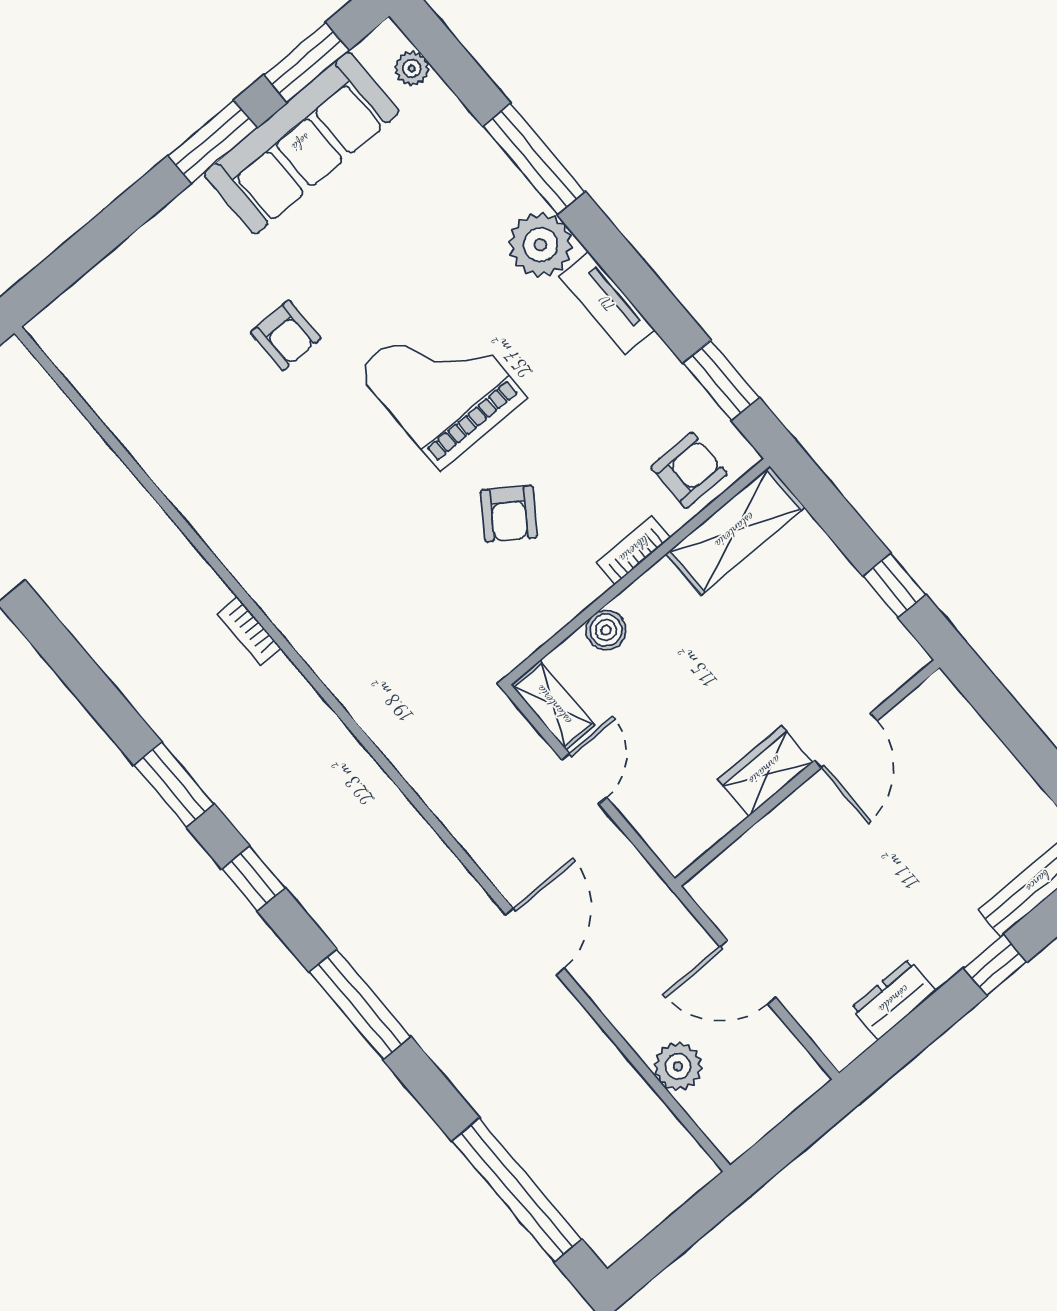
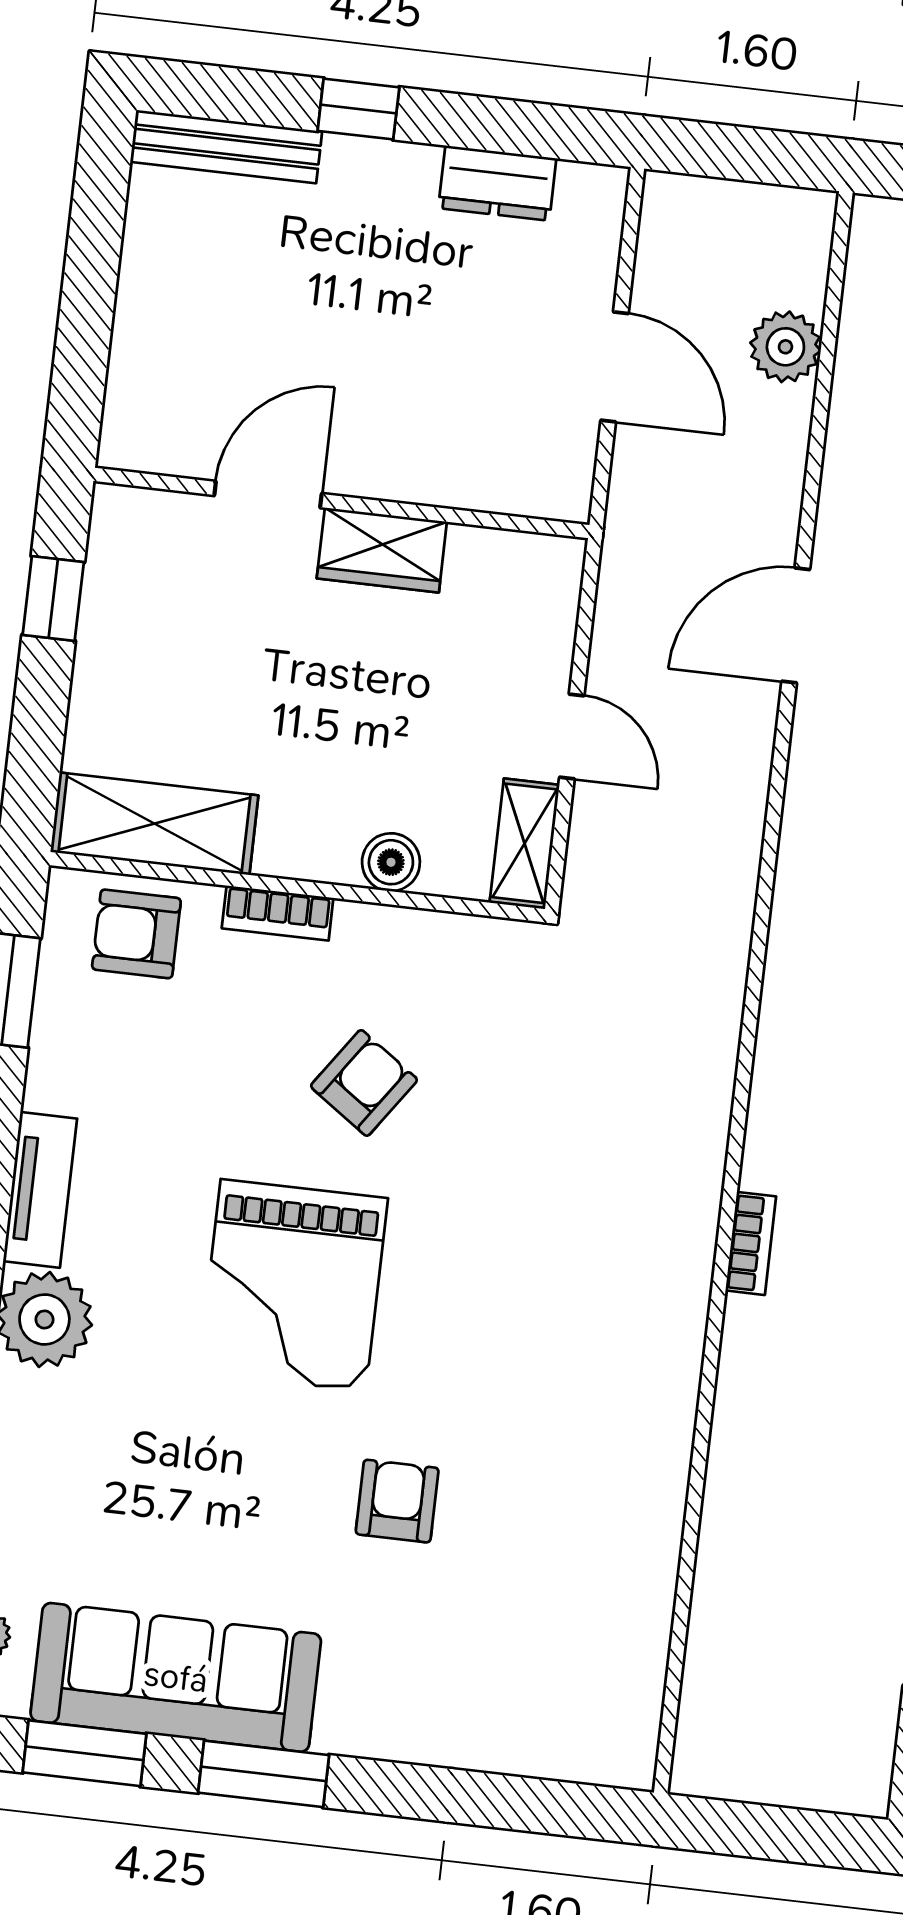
door: (584, 778) -> (572, 736), swing flipped

